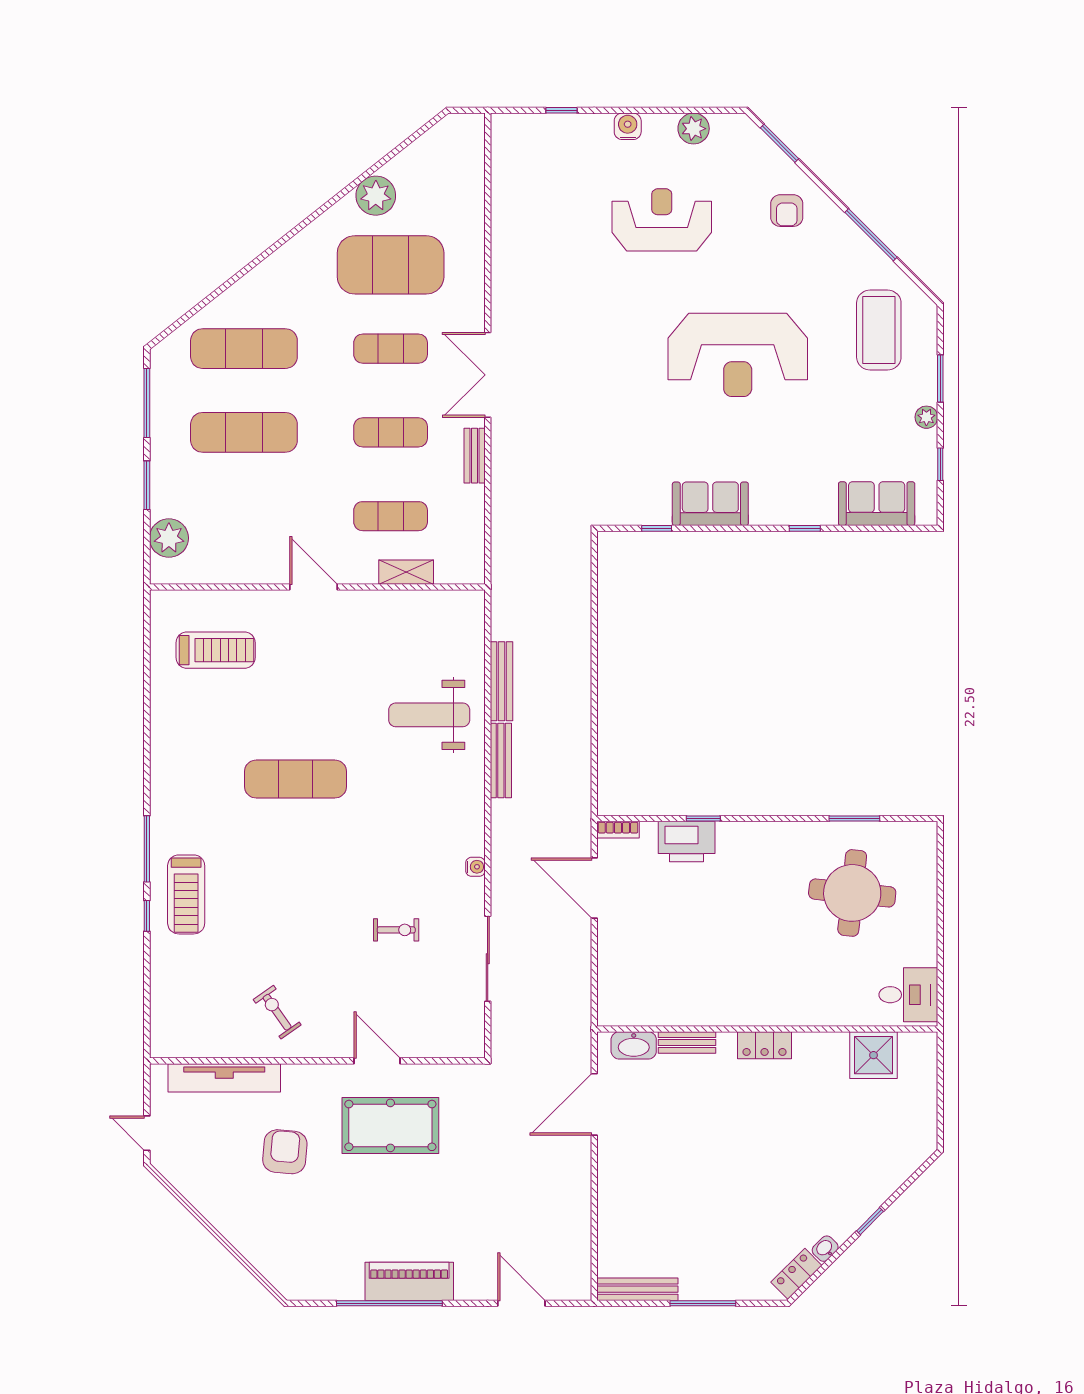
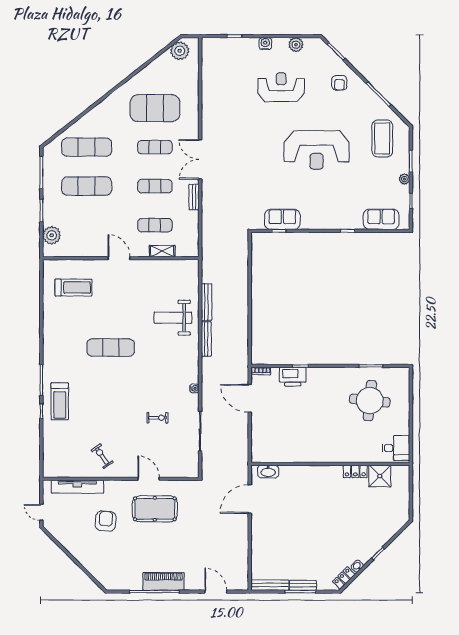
plant: (376, 196) -> (180, 51), moved
sofa: (710, 504) -> (282, 219), moved
bench: (687, 1043) -> (303, 585), moved
locker: (765, 1045) -> (355, 471), moved

